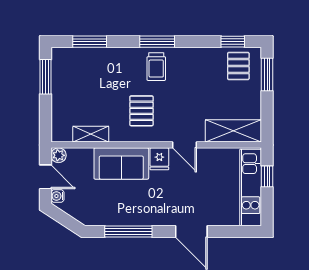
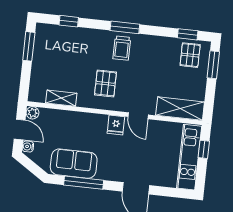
window: (90, 42) -> (69, 21), width x0.67
sofa: (121, 163) -> (74, 164), moved, turned 180

